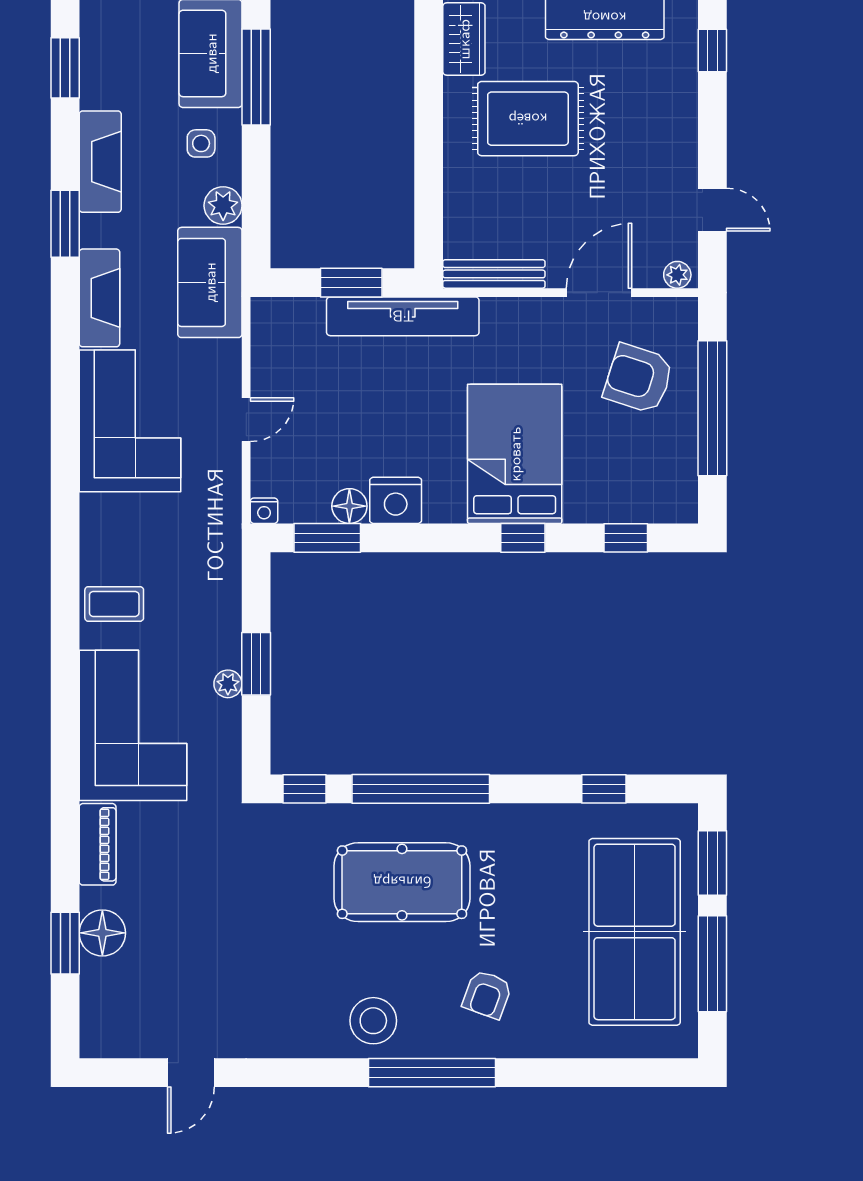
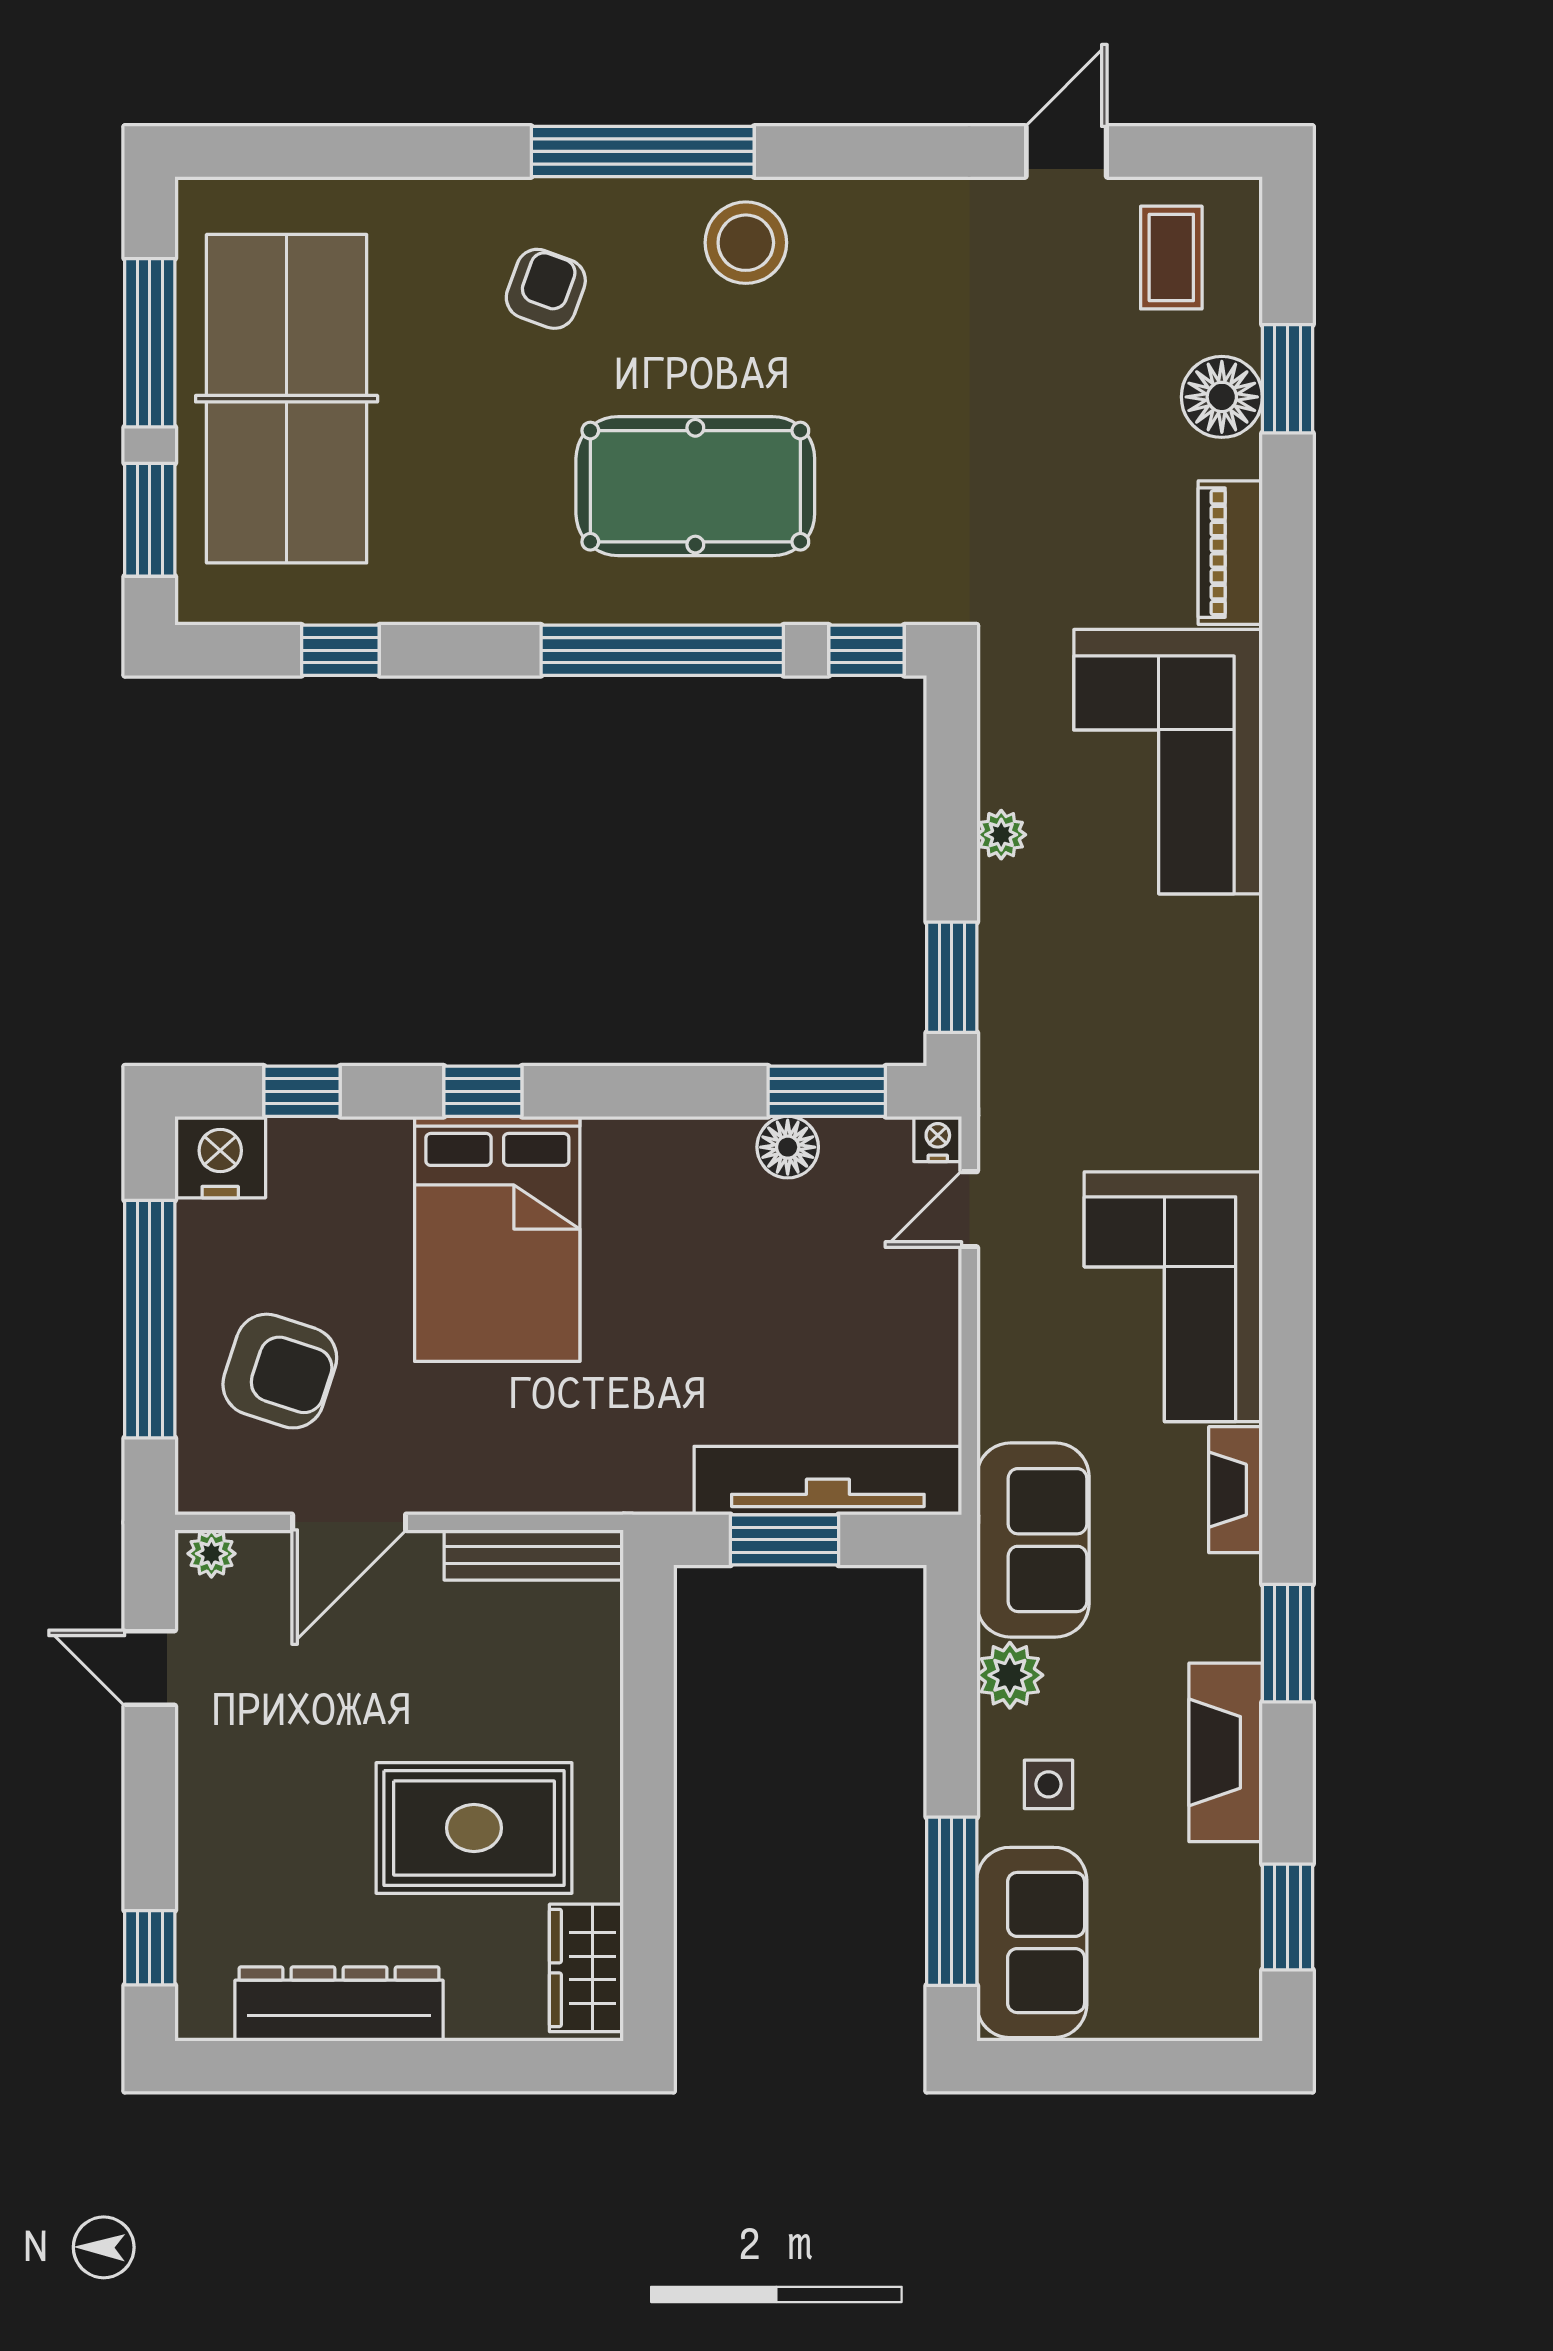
fireplace: (99, 298) -> (1236, 1490), width x0.73, depth x0.76
tv unit: (403, 316) -> (828, 1481), moved
door: (246, 420) -> (969, 1209), moved
nightstand: (396, 500) -> (220, 1157), moved
coffee table: (114, 604) -> (1171, 258), moved, turned 90
window: (256, 664) -> (952, 977), moved

